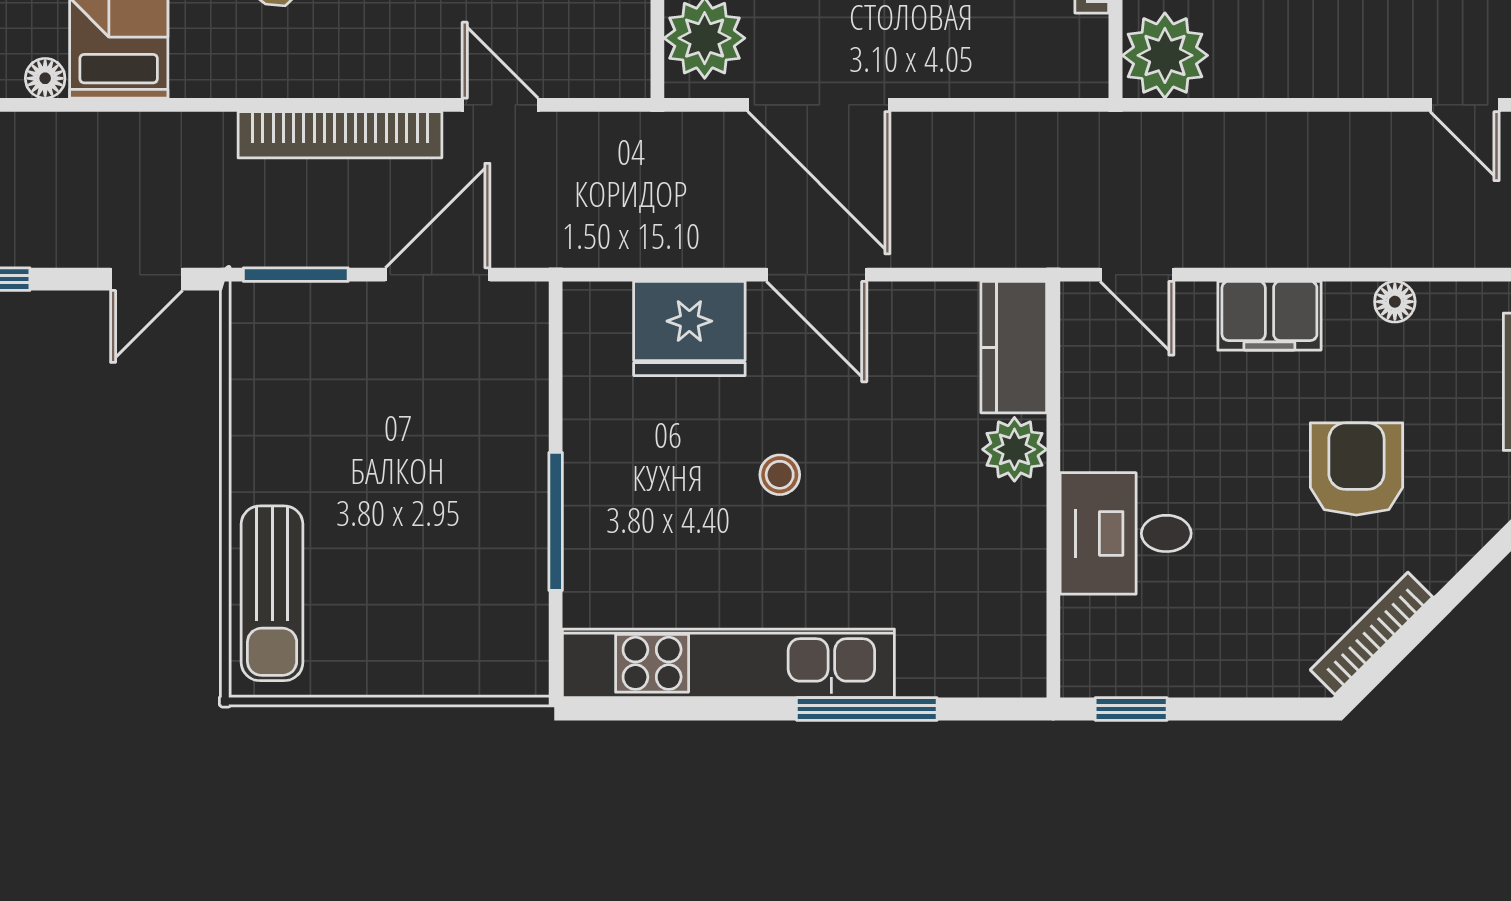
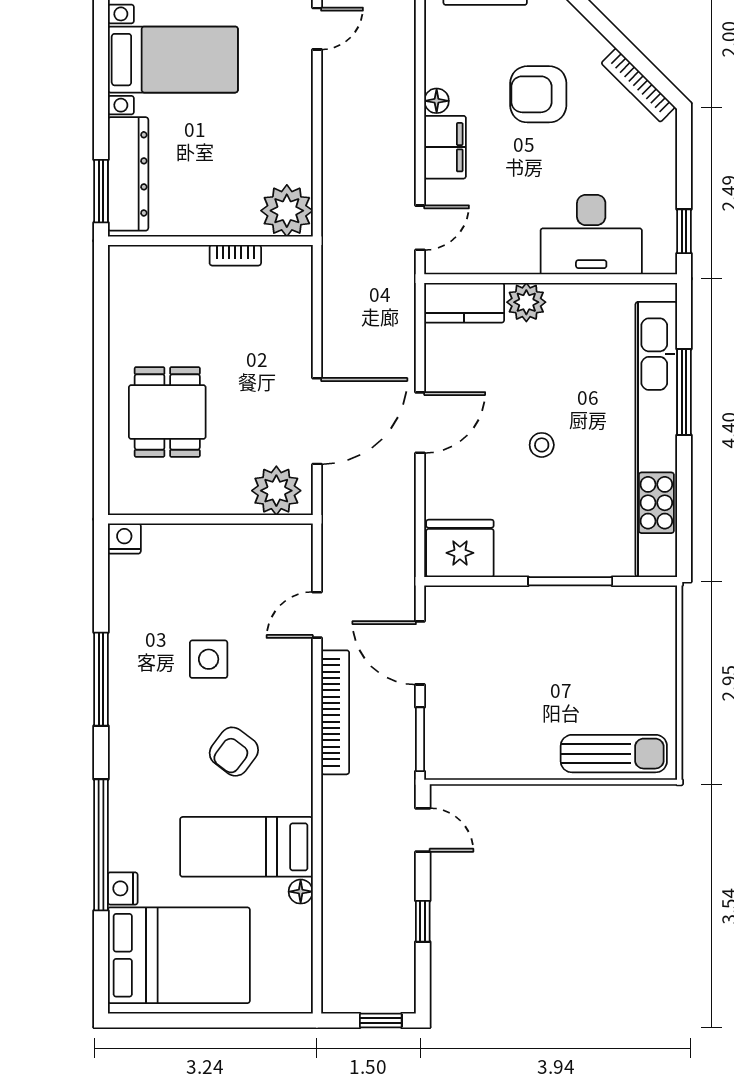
floor lamp: (1395, 302) -> (437, 101), moved
fridge: (689, 329) -> (460, 548), moved, turned -90
desk: (1126, 533) -> (591, 235), width x1.37
kitchen unit: (728, 663) -> (656, 439), width x1.36

